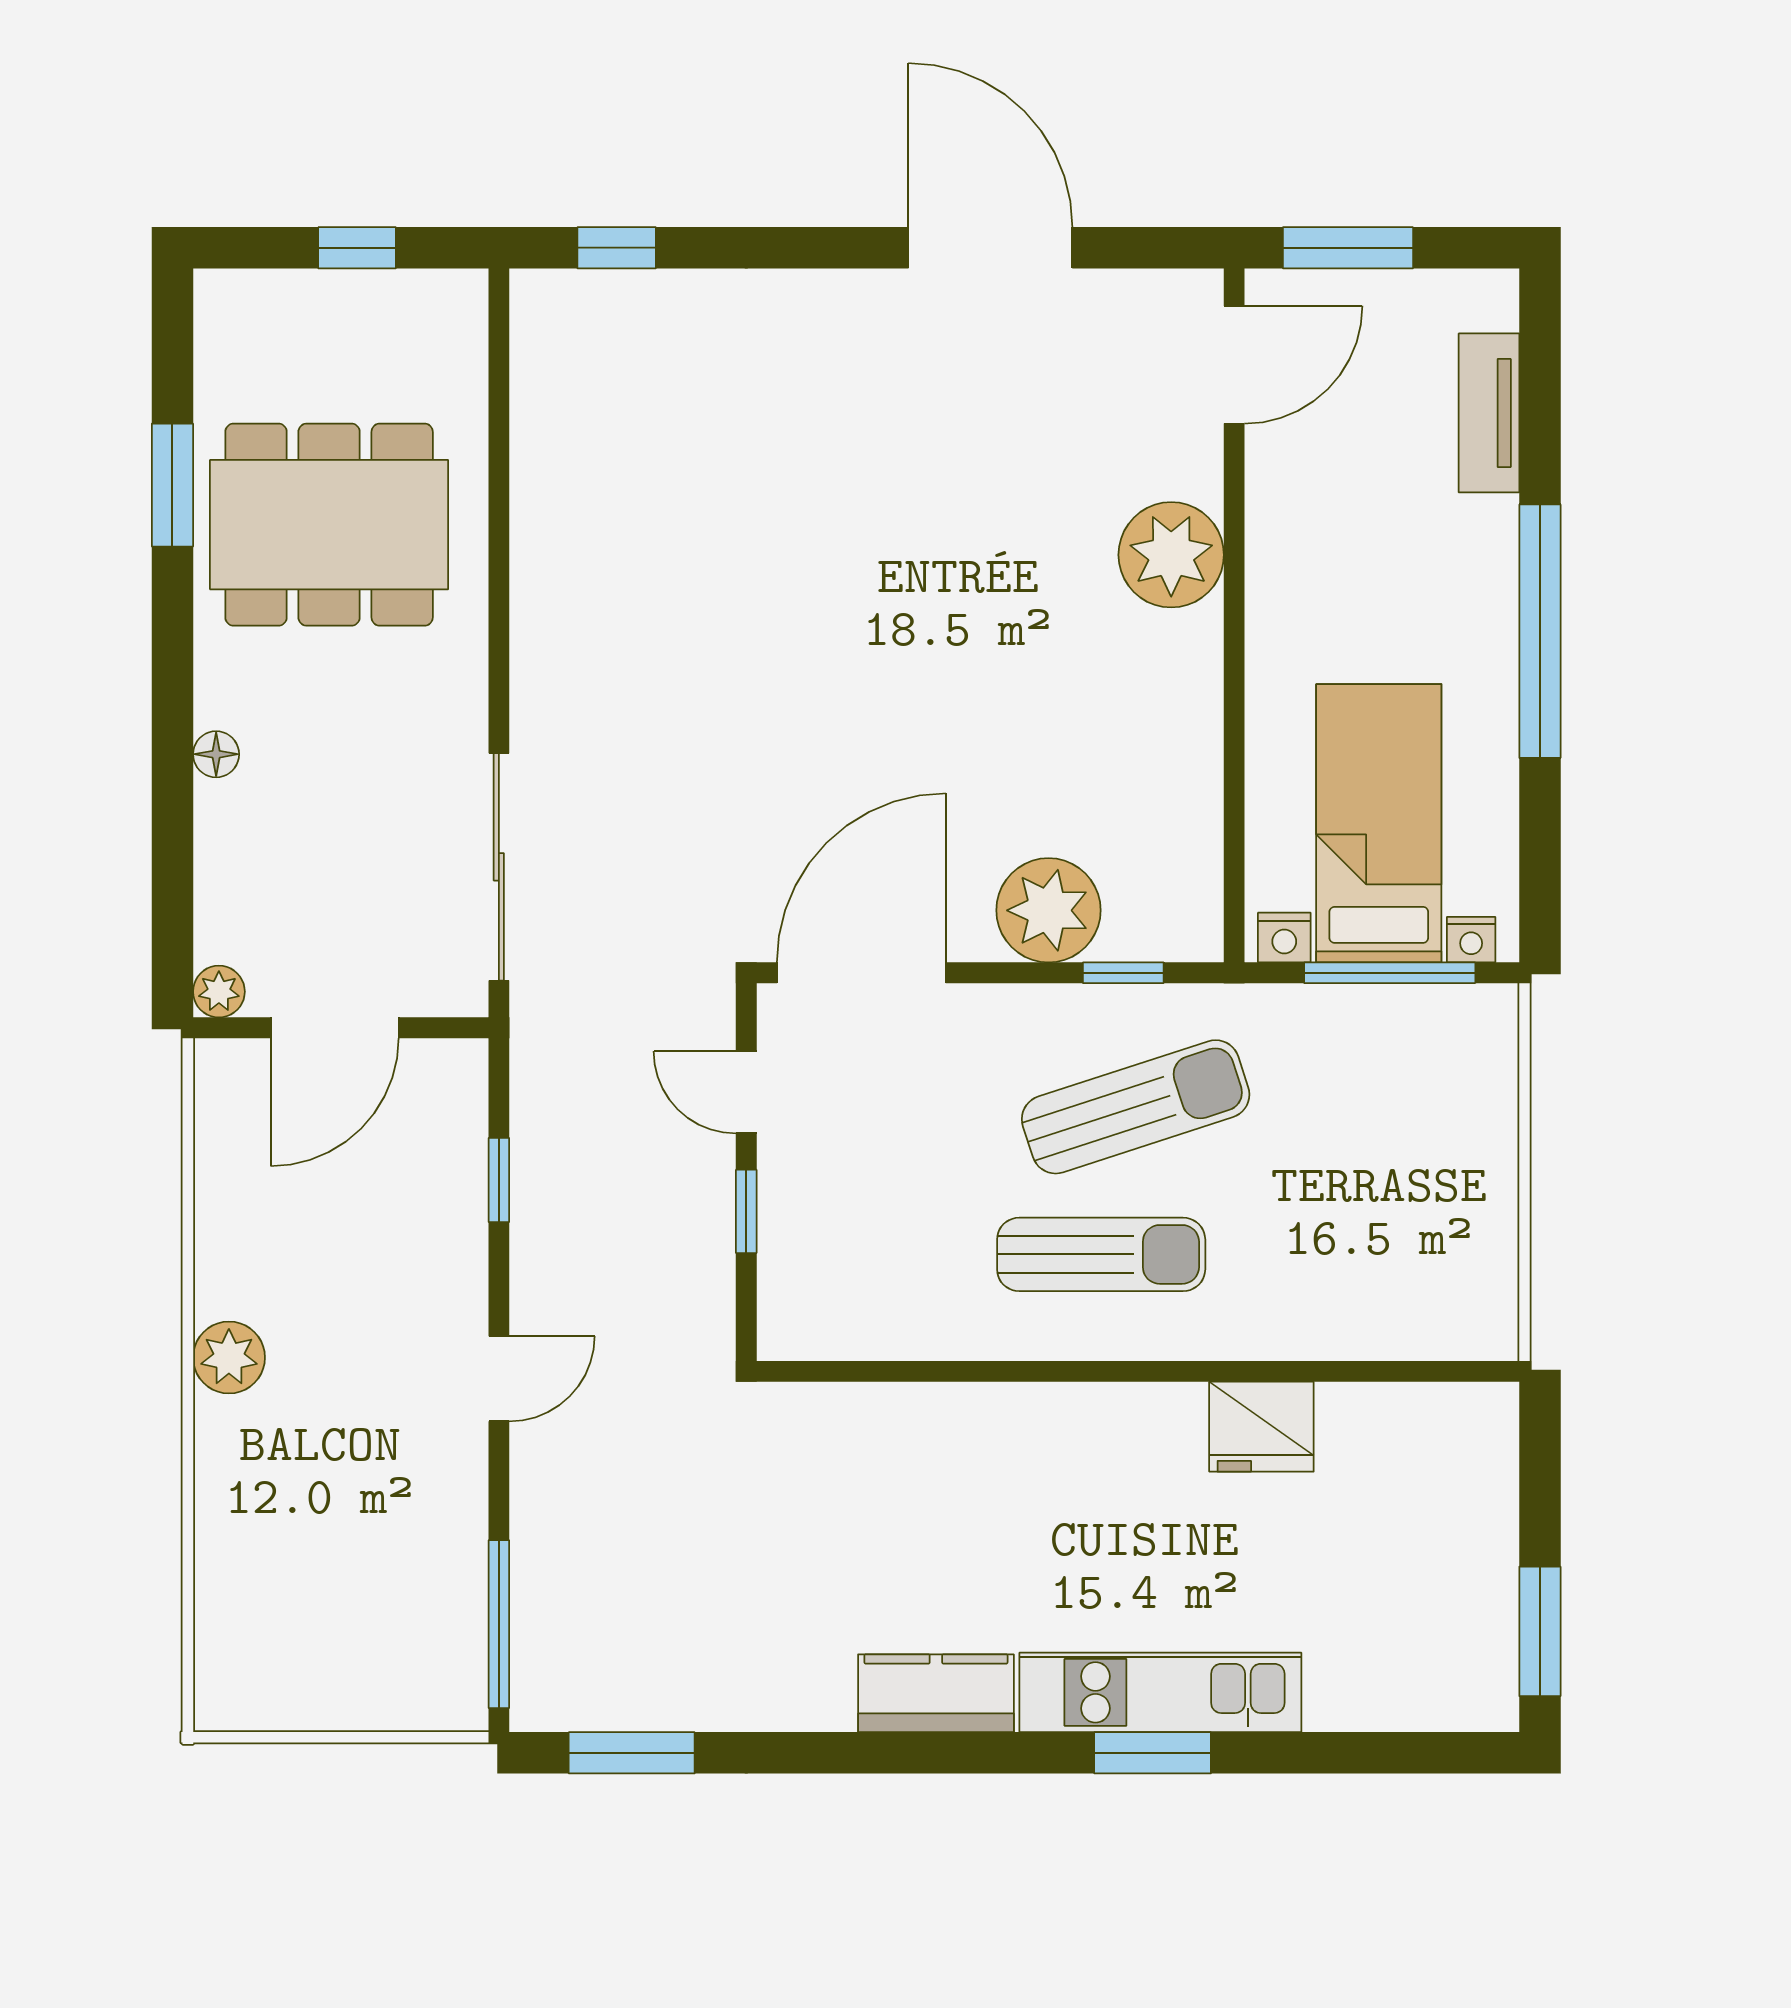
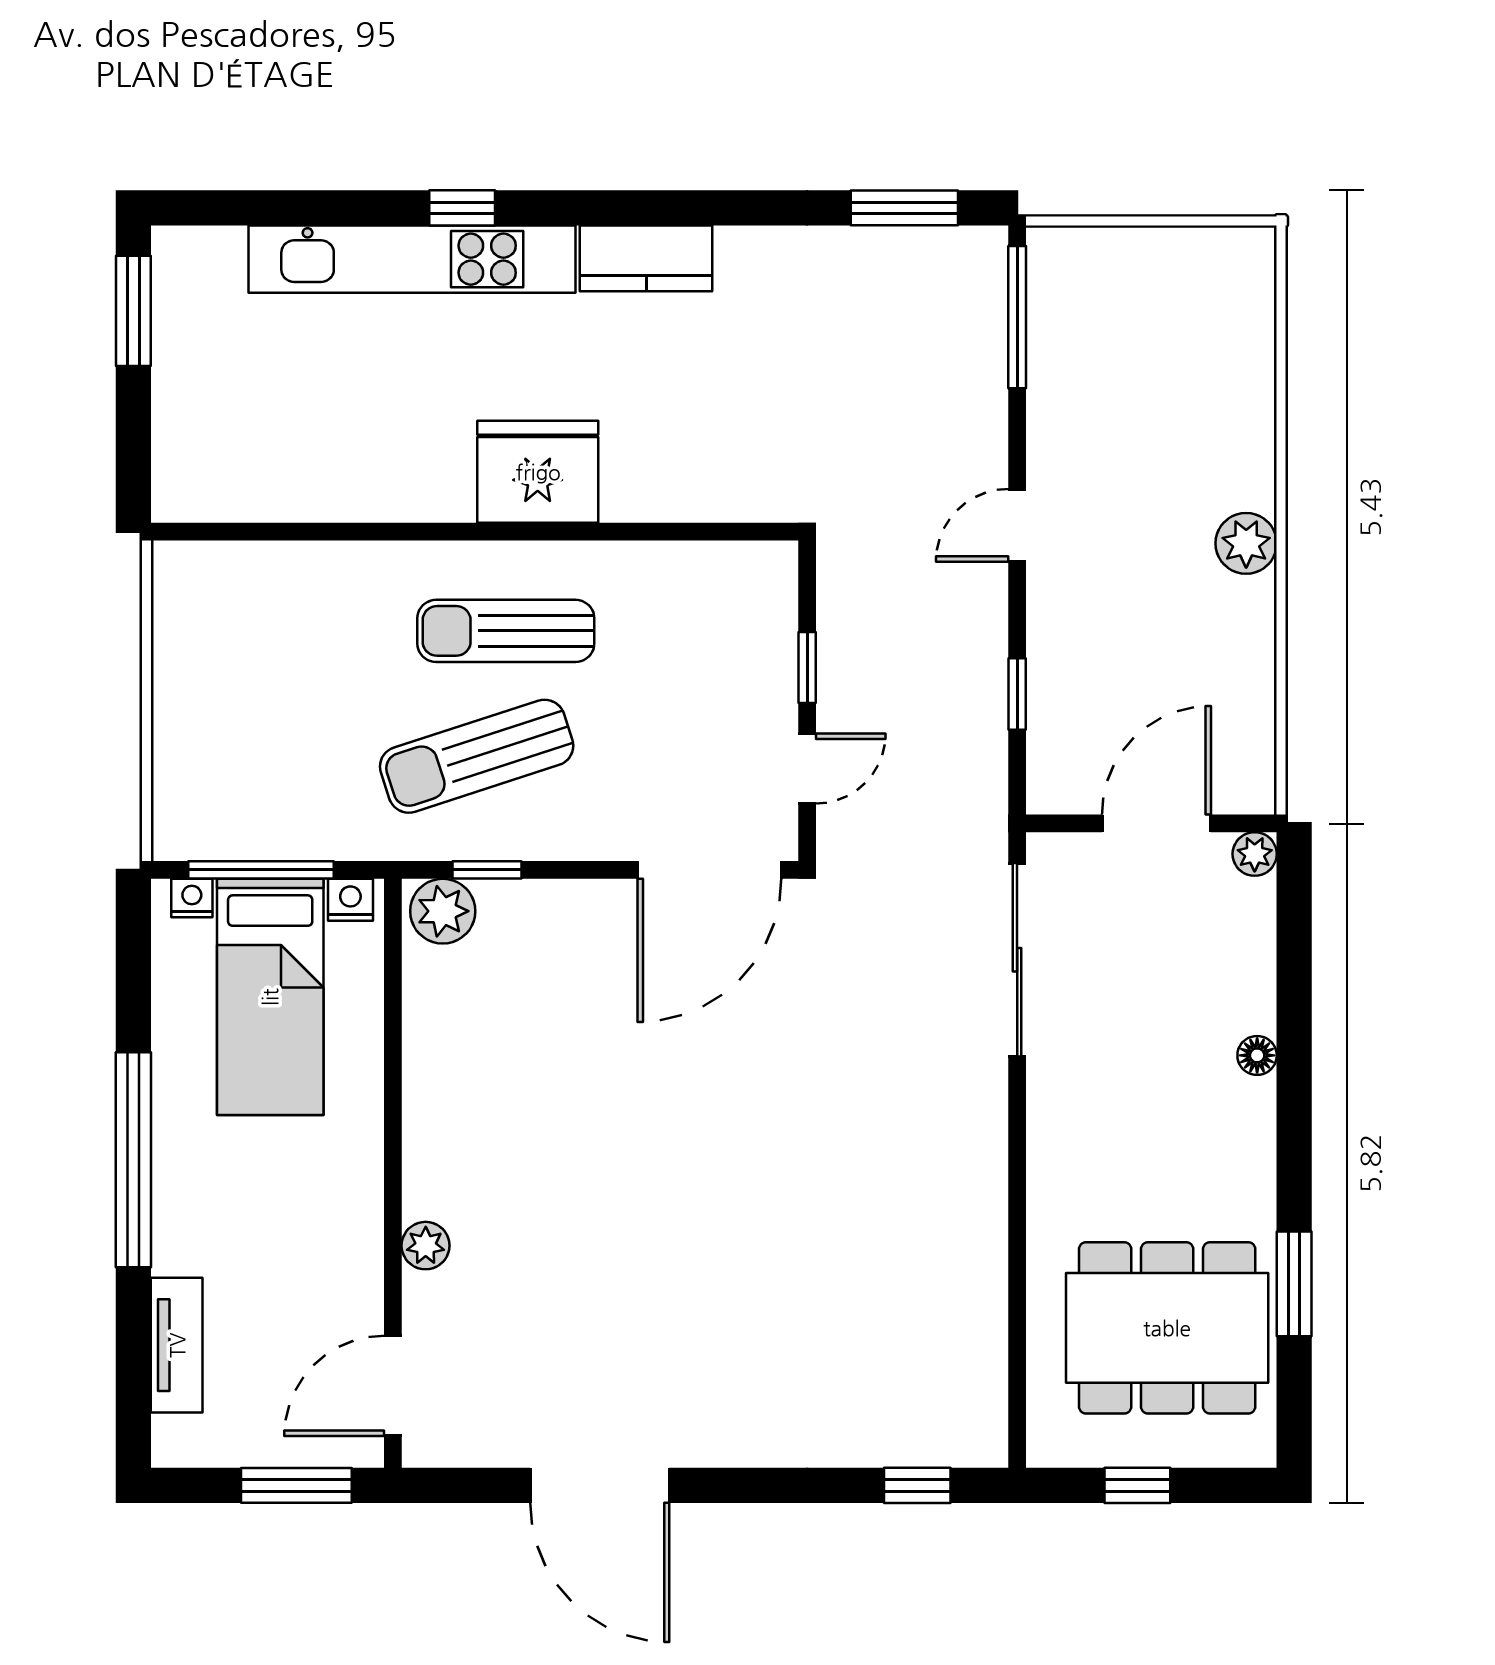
dining table: (329, 525) -> (1167, 1328), moved
plant: (1171, 555) -> (426, 1246), width x0.53, depth x0.53
plant: (1048, 910) -> (443, 911), moved, width x0.73, depth x0.73
door: (746, 1092) -> (807, 768), hinge flipped
fridge: (1261, 1427) -> (538, 472), moved, width x1.36, depth x1.34
kitchen unit: (1160, 1692) -> (412, 259), width x1.36
window: (1153, 1753) -> (462, 208), width x0.67

